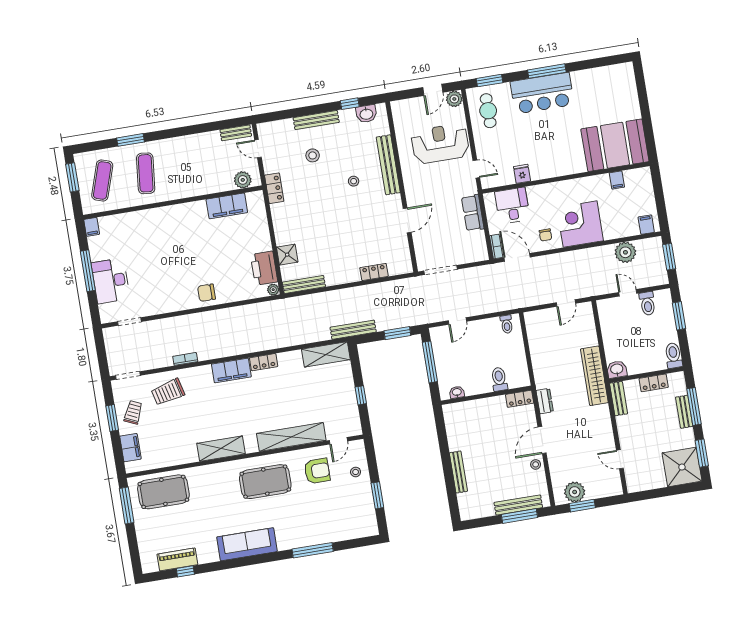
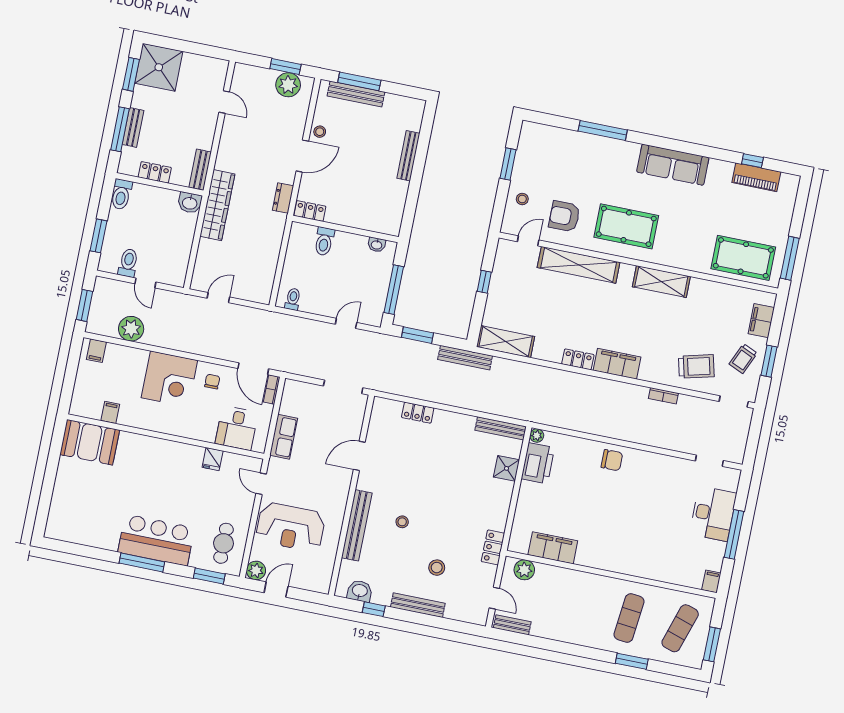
booth: (615, 145) -> (90, 442), width x0.73, depth x0.70

